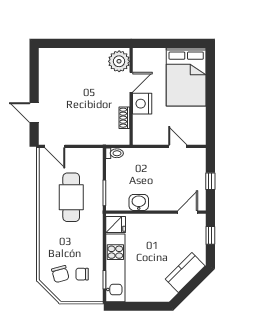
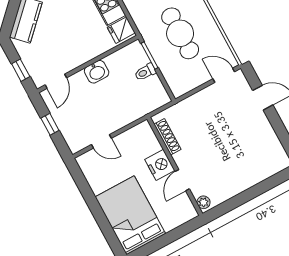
plant: (119, 61) -> (203, 202), width x0.53, depth x0.53
shoe rack: (124, 118) -> (167, 137), width x1.43
toilet: (115, 153) -> (145, 72), moved
washbasin: (139, 202) -> (97, 72), moved

